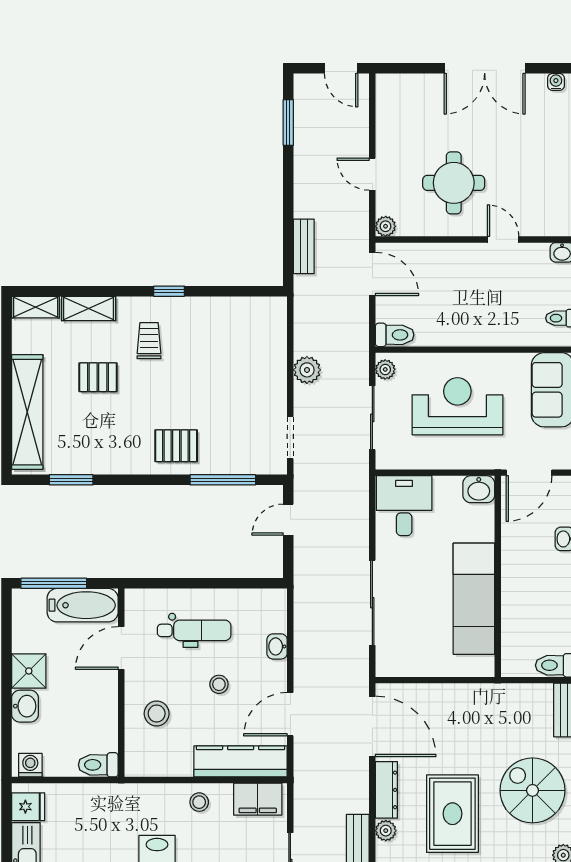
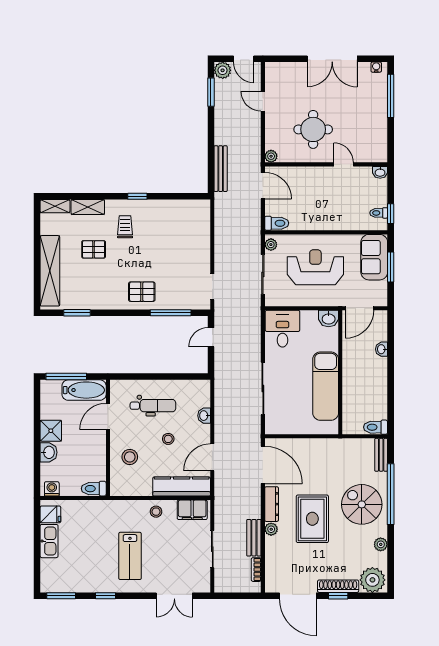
door: (372, 174) -> (263, 101), moved
bench: (304, 246) -> (221, 169), width x1.36
plant: (307, 370) -> (223, 70), moved

